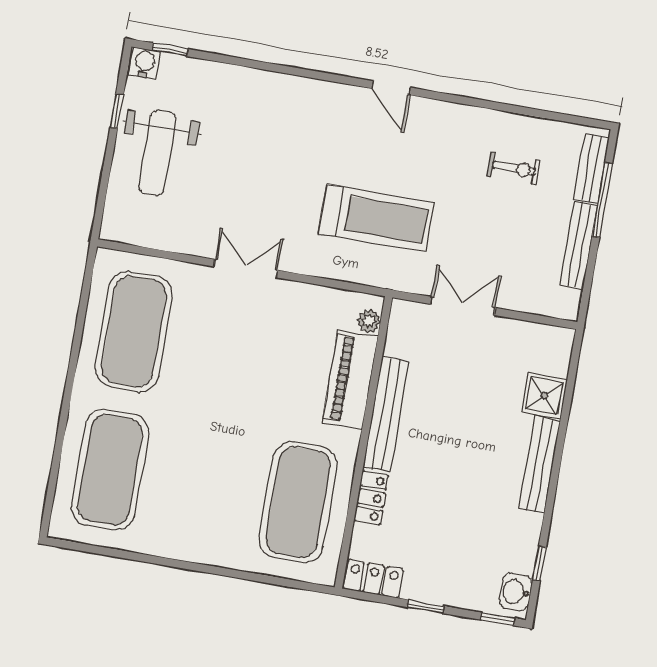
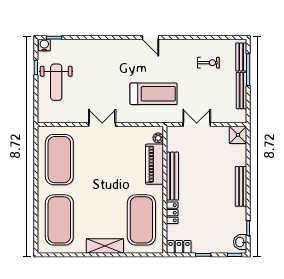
shower: (544, 396) -> (238, 135), moved
shelving: (204, 547) -> (105, 246), added

